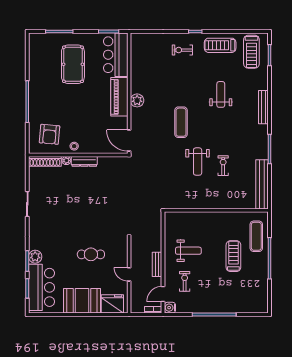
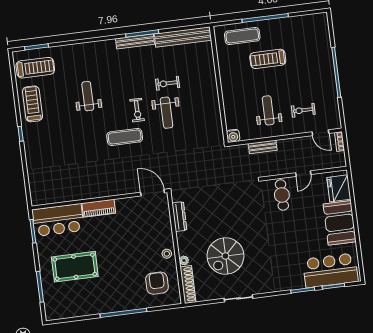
treadmill: (220, 45) -> (33, 104), turned 180
exercise bike: (182, 50) -> (137, 110), moved
weight bench: (221, 94) -> (88, 96), turned 90
piano: (119, 97) -> (99, 208), width x0.73, depth x0.75
plant: (137, 100) -> (106, 189), removed
bench: (263, 107) -> (135, 41), moved
armchair: (50, 134) -> (157, 283), turned -95
door: (129, 141) -> (153, 193), swing flipped
dresser: (84, 161) -> (179, 217), moved
weight bench: (198, 162) -> (166, 113), turned 90
spiral stairs: (66, 197) -> (225, 256), added
cafe table: (91, 254) -> (282, 195), moved
plant: (35, 257) -> (297, 282), removed
bench: (157, 264) -> (263, 147), moved
water cooler: (170, 308) -> (233, 136), moved

